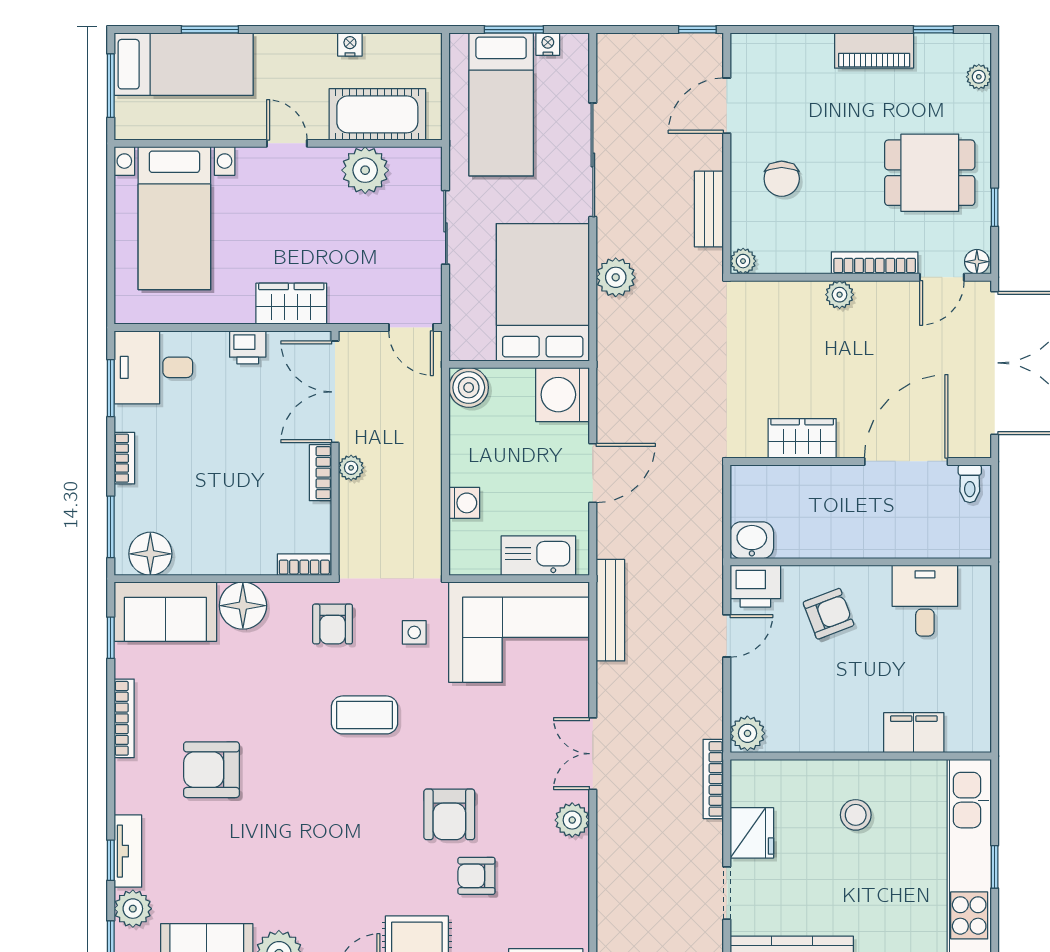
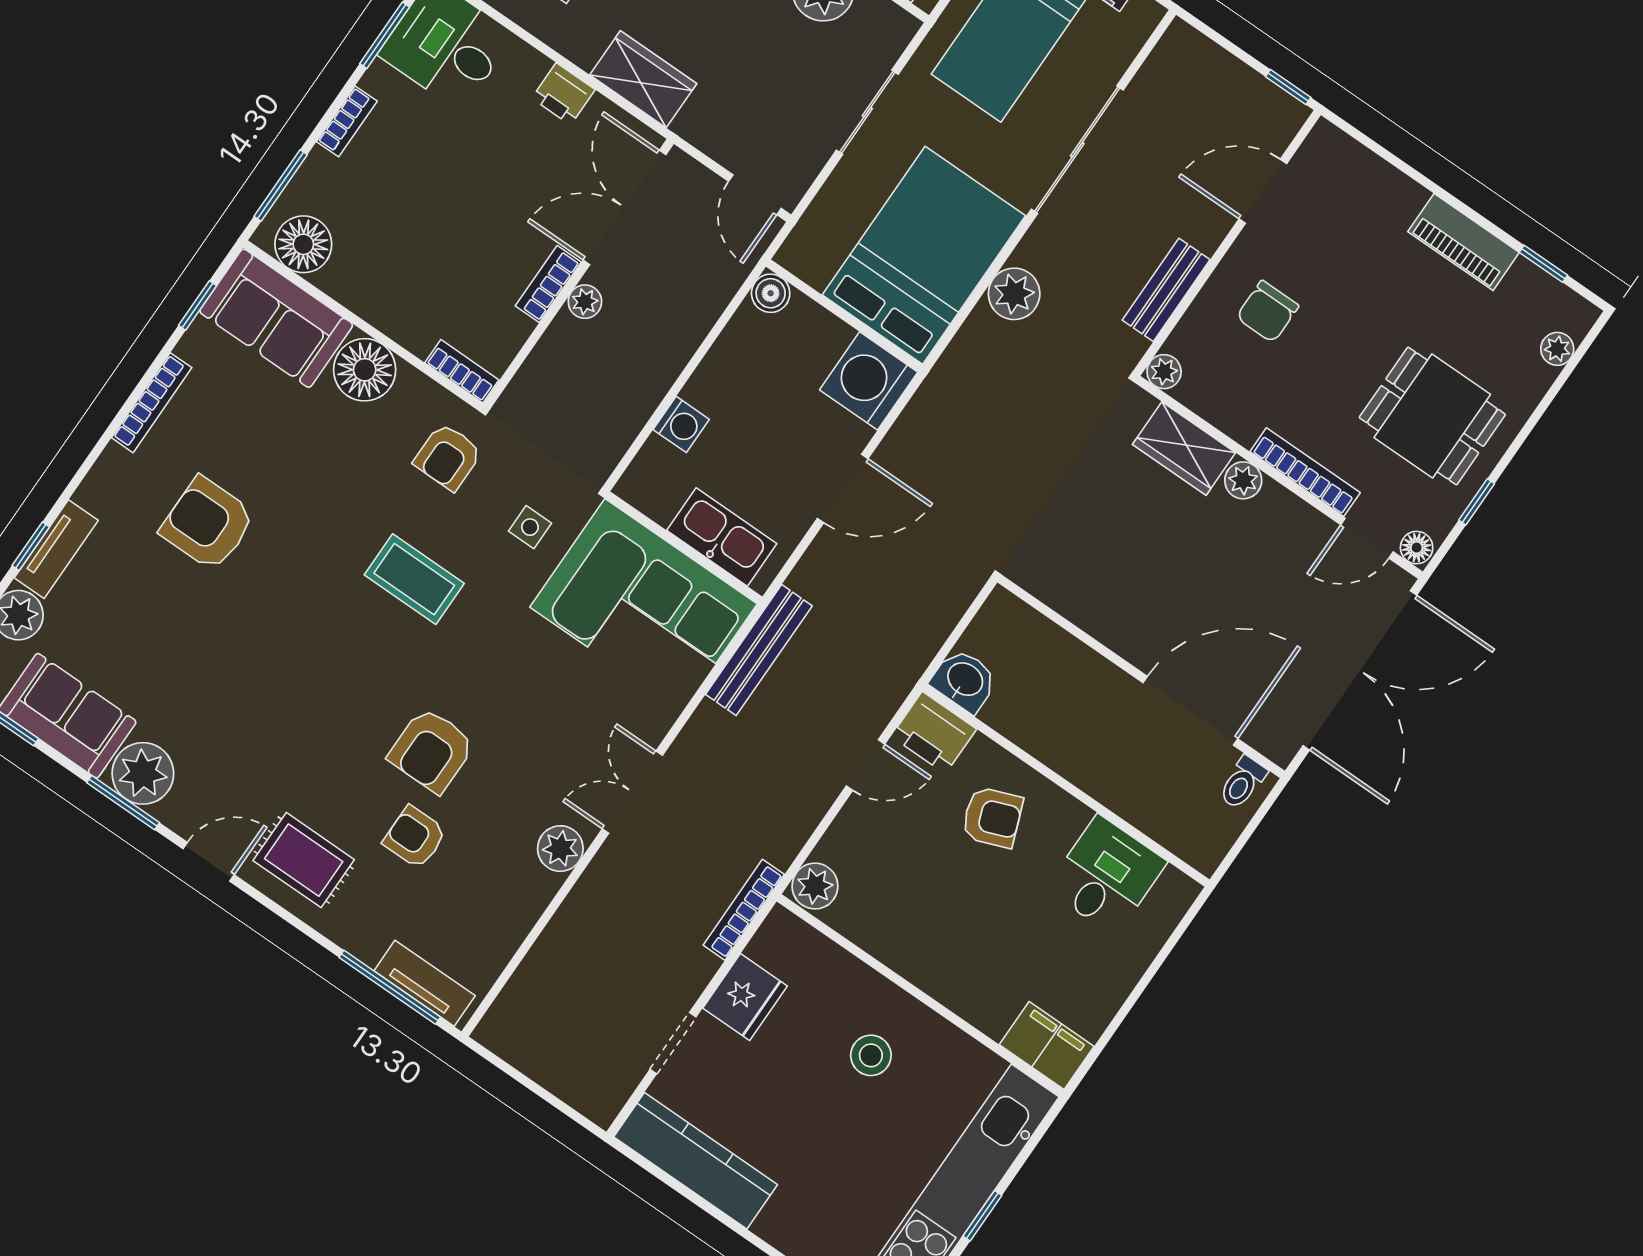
boiler: (469, 388) -> (771, 293), width x0.73, depth x0.73
wardrobe: (802, 438) -> (1184, 449), moved, turned 180
filing cabinet: (914, 733) -> (1047, 1045), moved

